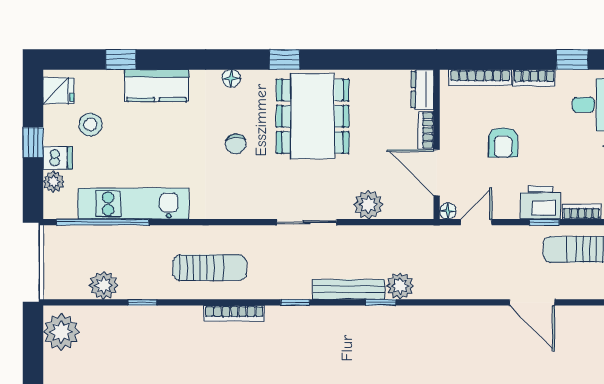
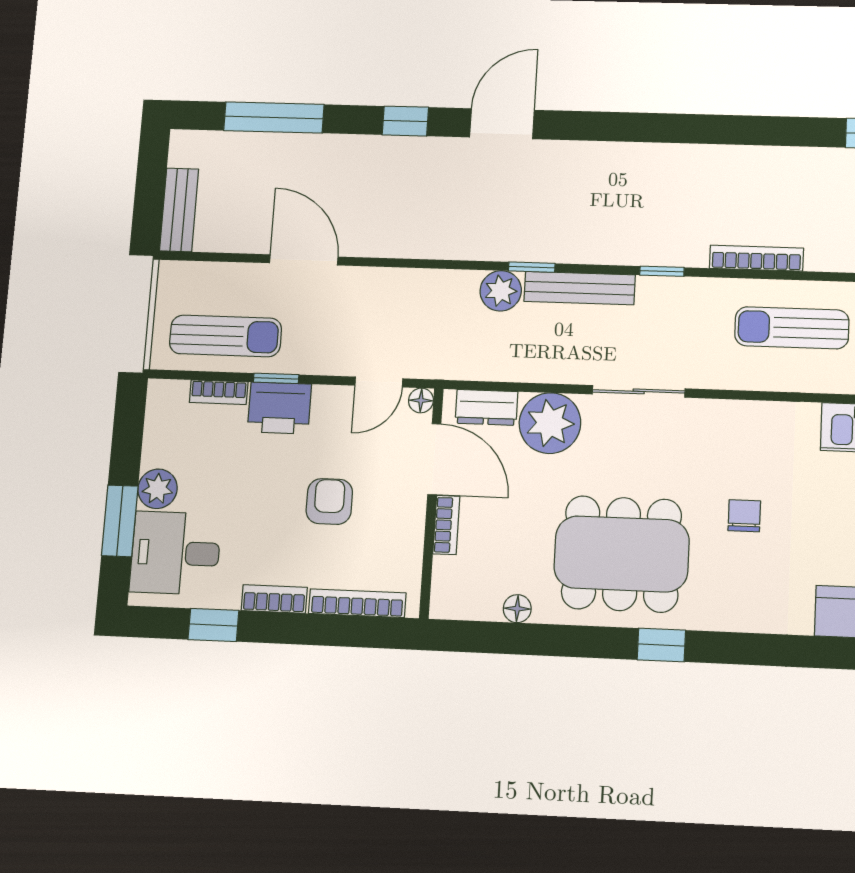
floor lamp: (231, 78) -> (517, 609), moved
dresser: (422, 89) -> (486, 407), moved, turned 90
dining table: (313, 116) -> (622, 554), turned 90
plant: (368, 205) -> (550, 423), width x1.36, depth x1.36

